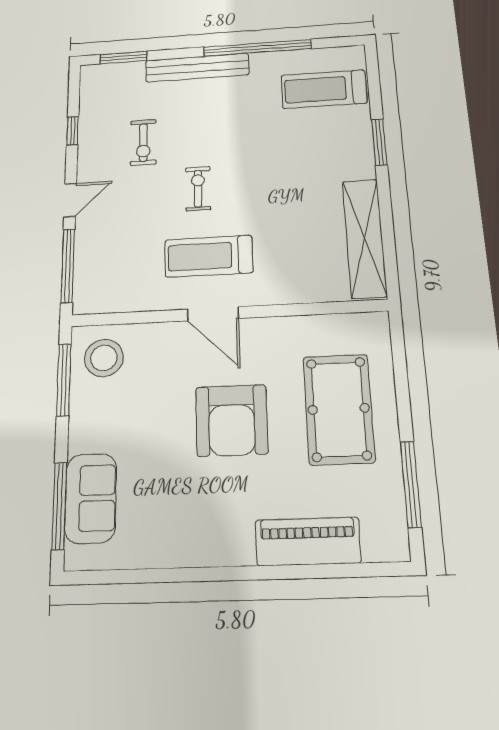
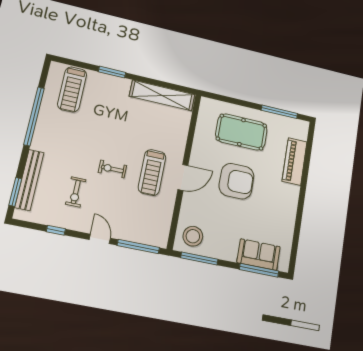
bench: (197, 68) -> (29, 180), moved
exercise bike: (143, 143) -> (76, 192), turned 90

